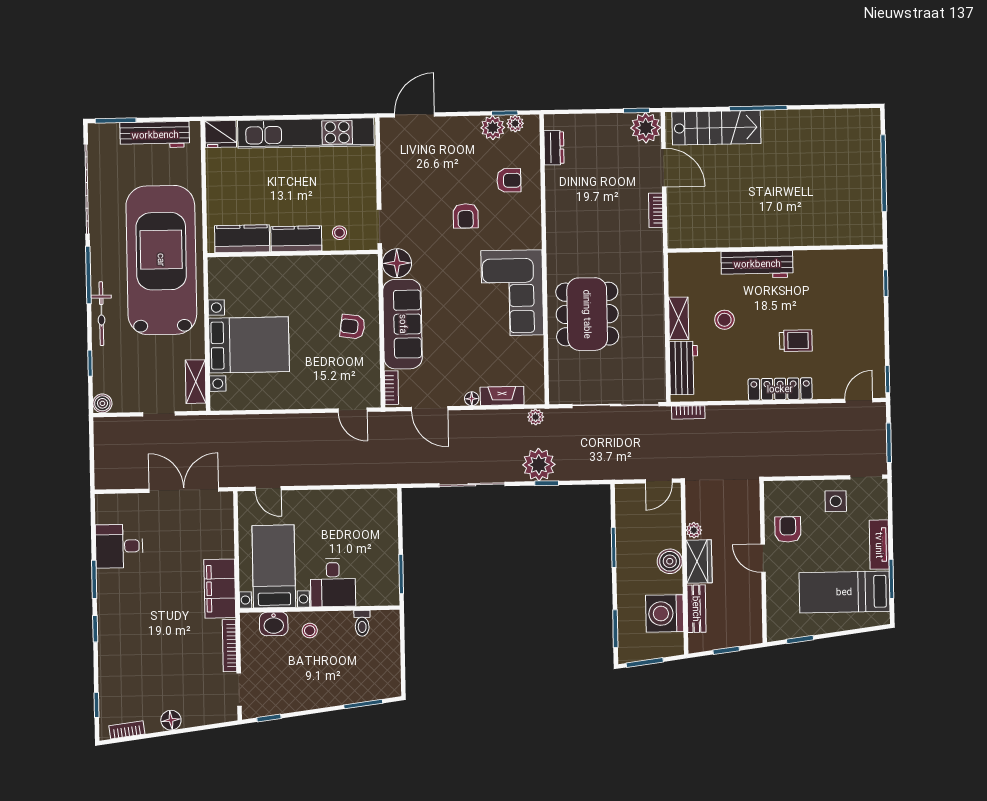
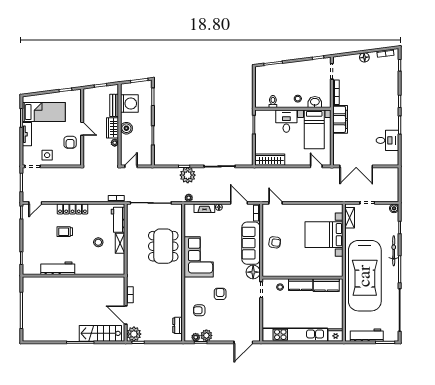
workbench: (757, 264) -> (58, 268), moved
wardrobe: (366, 501) -> (270, 160), added

